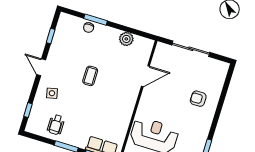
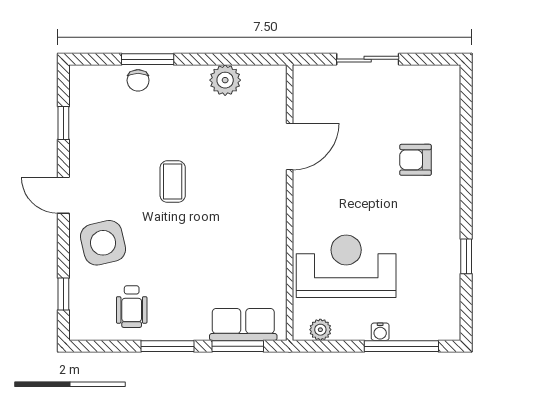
sliding door: (191, 49) -> (368, 59), width x0.73
side table: (52, 93) -> (103, 243), width x1.87, depth x1.87

